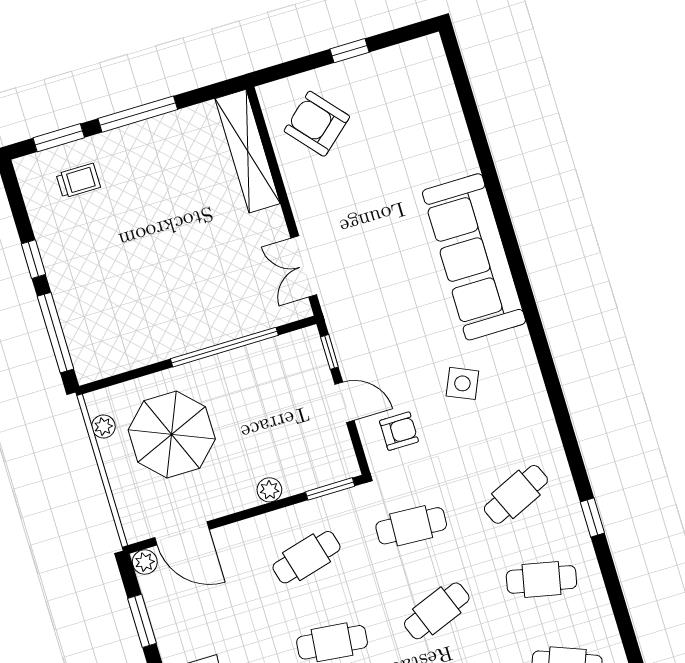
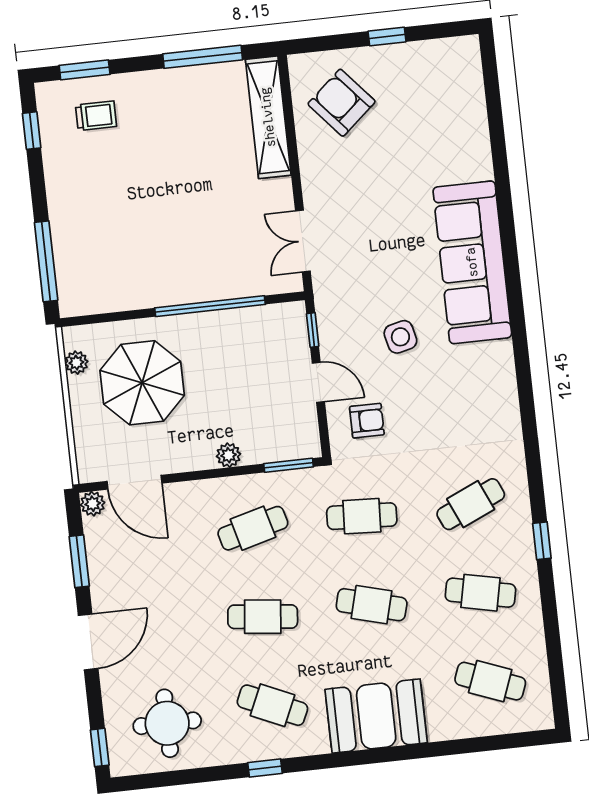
window: (138, 114) -> (203, 57), moved
window: (33, 259) -> (32, 131), moved
side table: (462, 383) -> (400, 337), moved, turned -37
cafe table: (437, 611) -> (372, 605), turned 36

